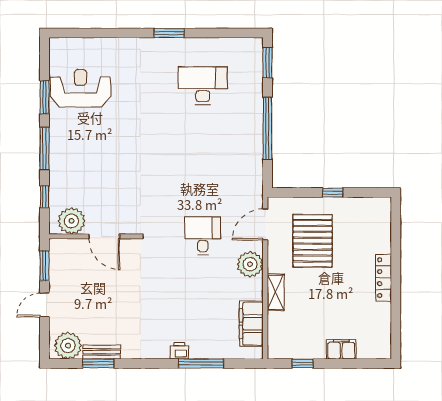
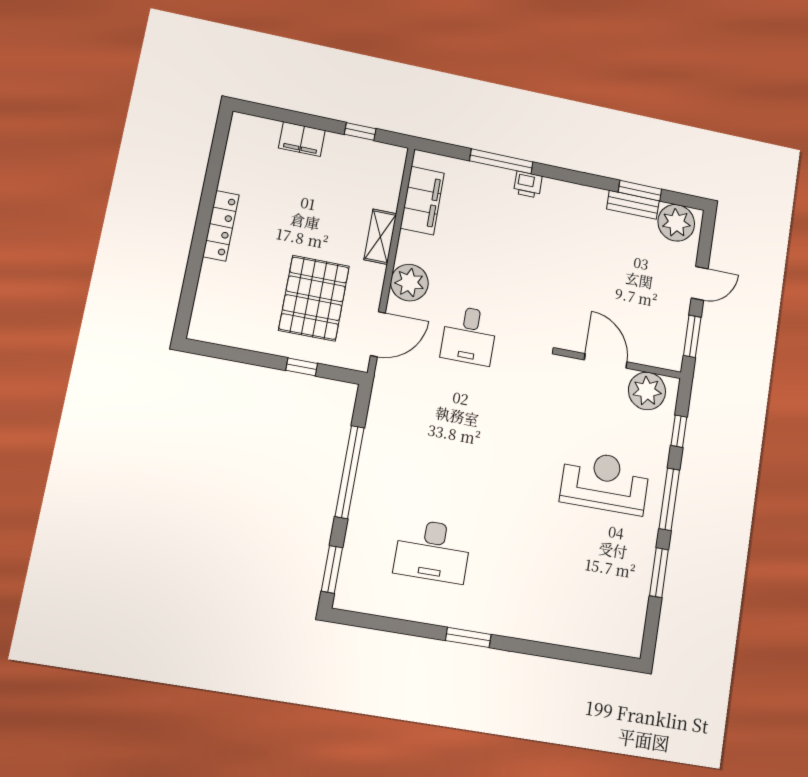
reception desk: (81, 88) -> (605, 482), moved, turned 180
window: (333, 193) -> (302, 367), moved

